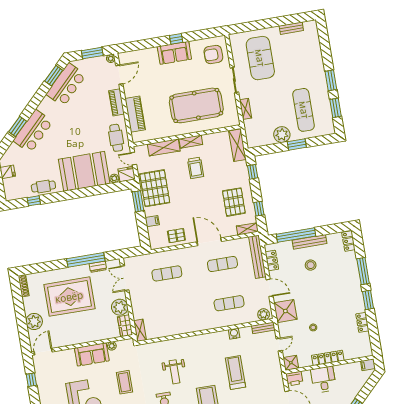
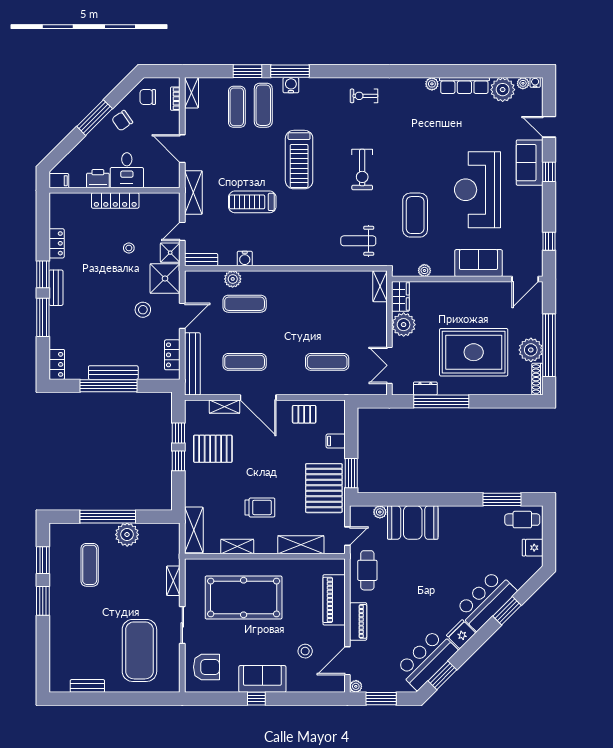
stool: (149, 76) -> (305, 651), added
exercise mat: (304, 110) -> (90, 565), width x0.73, depth x0.69
shelving: (191, 142) -> (237, 547), moved
window: (297, 144) -> (108, 517), width x2.11
door: (133, 159) -> (347, 536), hinge flipped
trolley: (196, 168) -> (260, 507), turned 90
booth: (84, 171) -> (413, 523), width x0.73, depth x0.70
window: (253, 172) -> (178, 461), moved
fridge: (127, 174) -> (461, 634), moved, turned 135
cafe table: (43, 187) -> (522, 520), moved
window: (34, 201) -> (502, 499), width x2.17
pallet: (234, 202) -> (213, 449), turned 90
shelving: (247, 229) -> (225, 407), moved
window: (296, 235) -> (108, 386), moved
stool: (311, 265) -> (143, 310), moved
double door: (125, 278) -> (389, 365), swing flipped
door: (270, 288) -> (182, 316), swing flipped
bench: (358, 292) -> (56, 288), added
window: (20, 310) -> (549, 345), added
plant: (264, 314) -> (233, 279), moved
plant: (34, 321) -> (531, 350), moved
sofa: (92, 354) -> (479, 263), moved
shower: (291, 363) -> (170, 253), moved
weight bench: (175, 372) -> (358, 241), moved, turned -90
treadmill: (235, 372) -> (252, 202), turned 90
shelving: (276, 372) -> (193, 192), added
printer: (294, 379) -> (98, 179), moved
coffee table: (124, 382) -> (415, 215), width x1.36, depth x1.32

